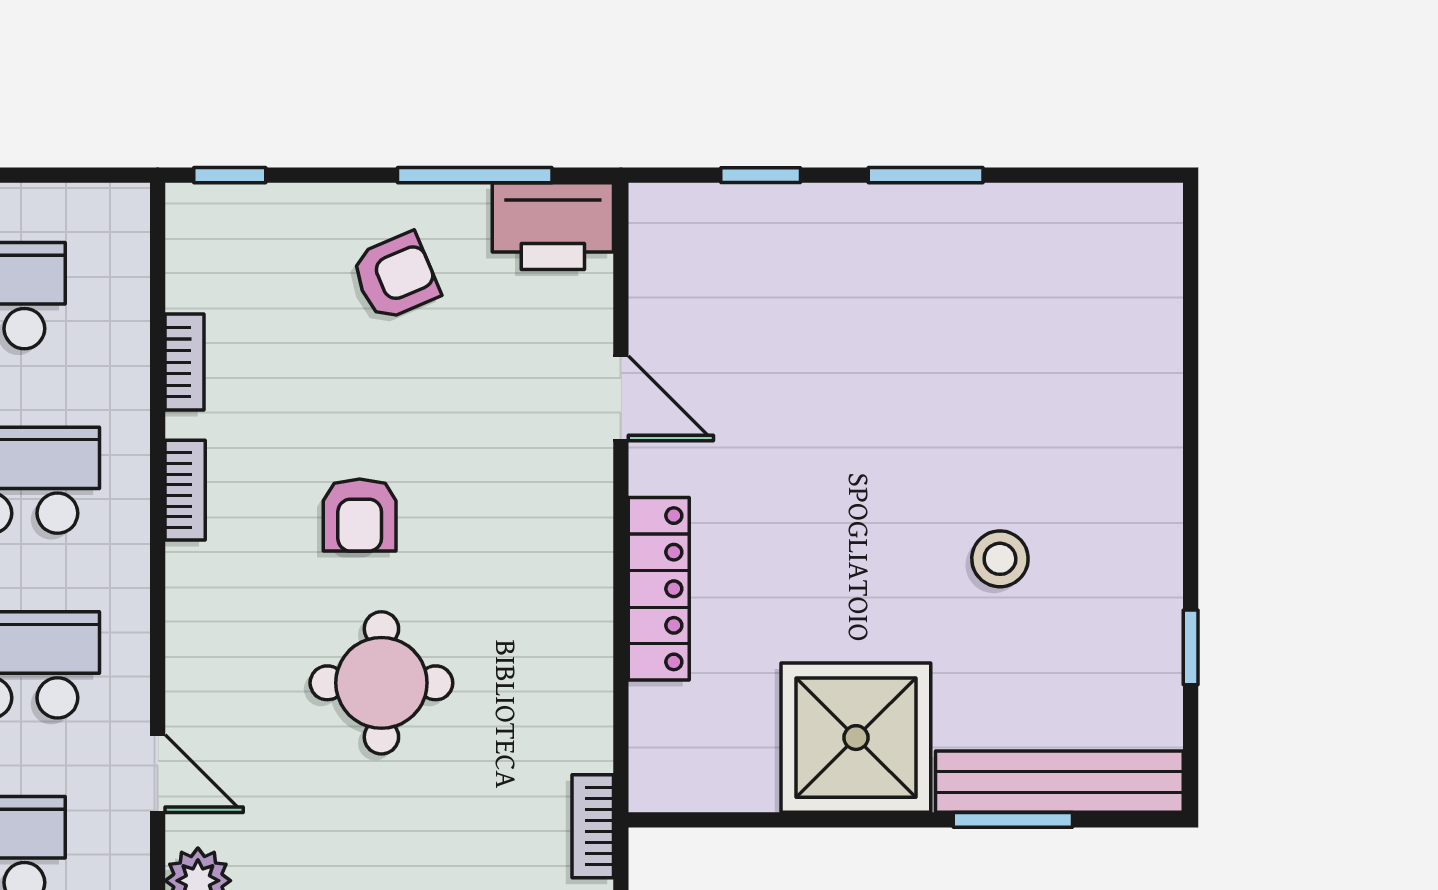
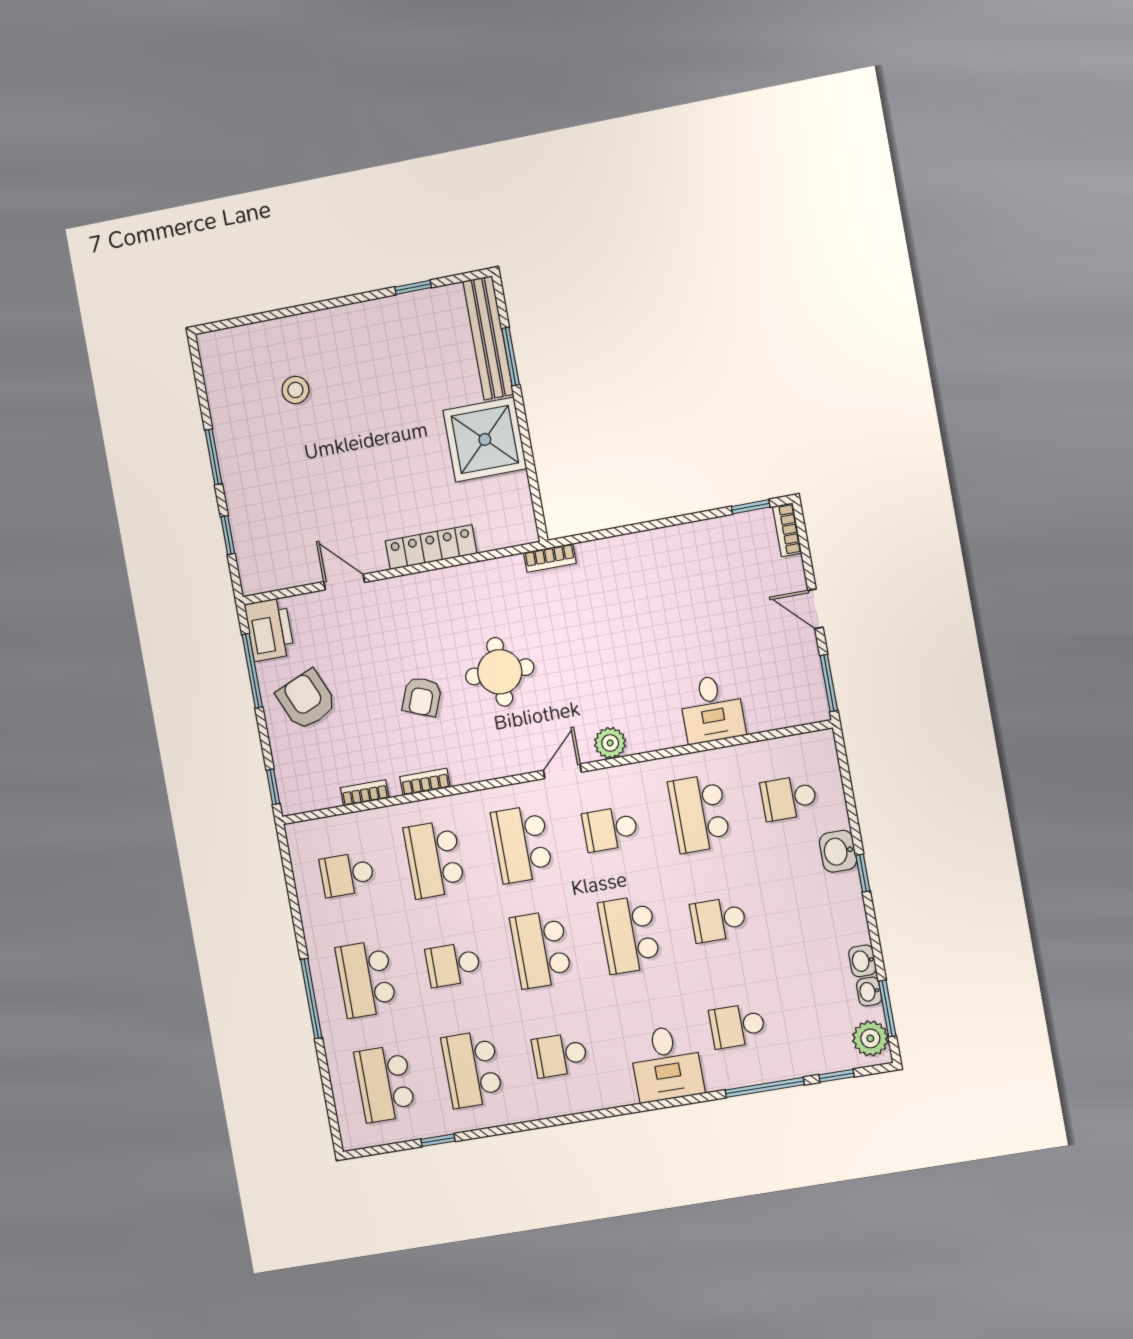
armchair: (395, 277) -> (306, 700), width x1.38, depth x1.38
door: (621, 398) -> (344, 582), hinge flipped
armchair: (360, 515) -> (422, 697), turned 111
stool: (1000, 559) -> (295, 390), moved

